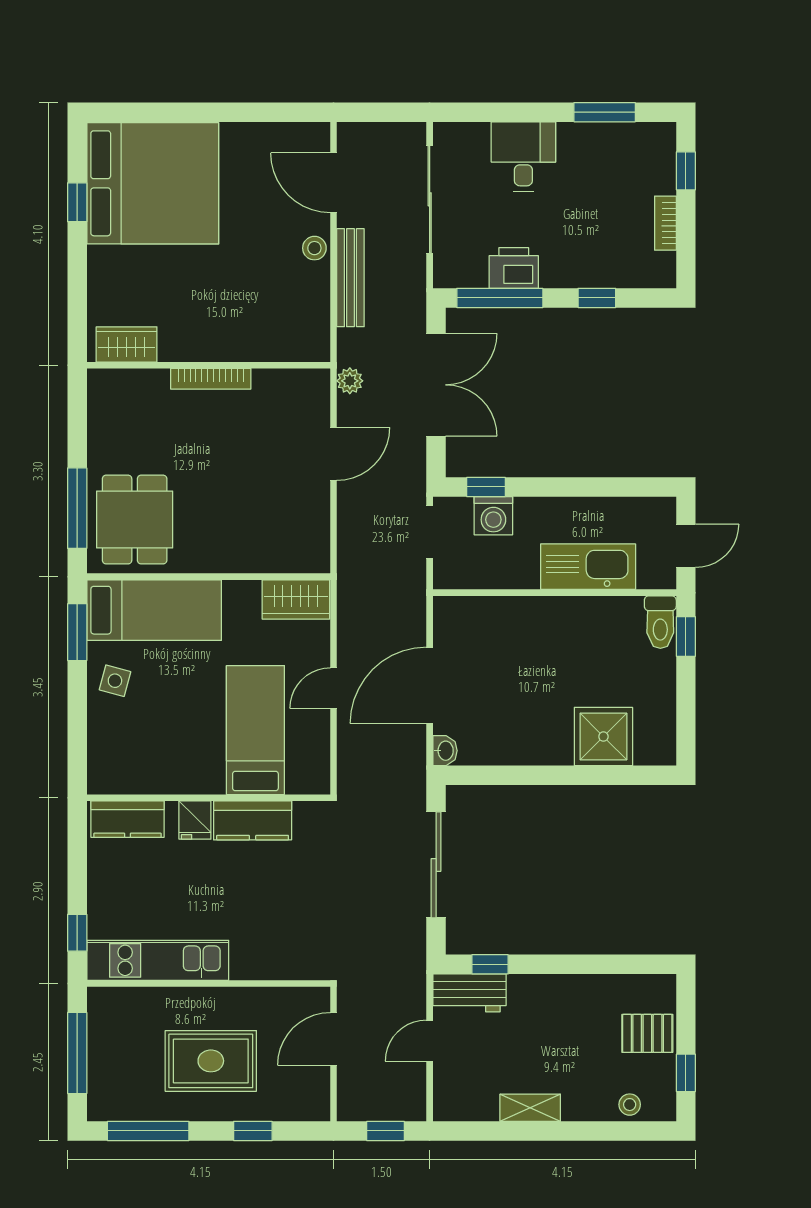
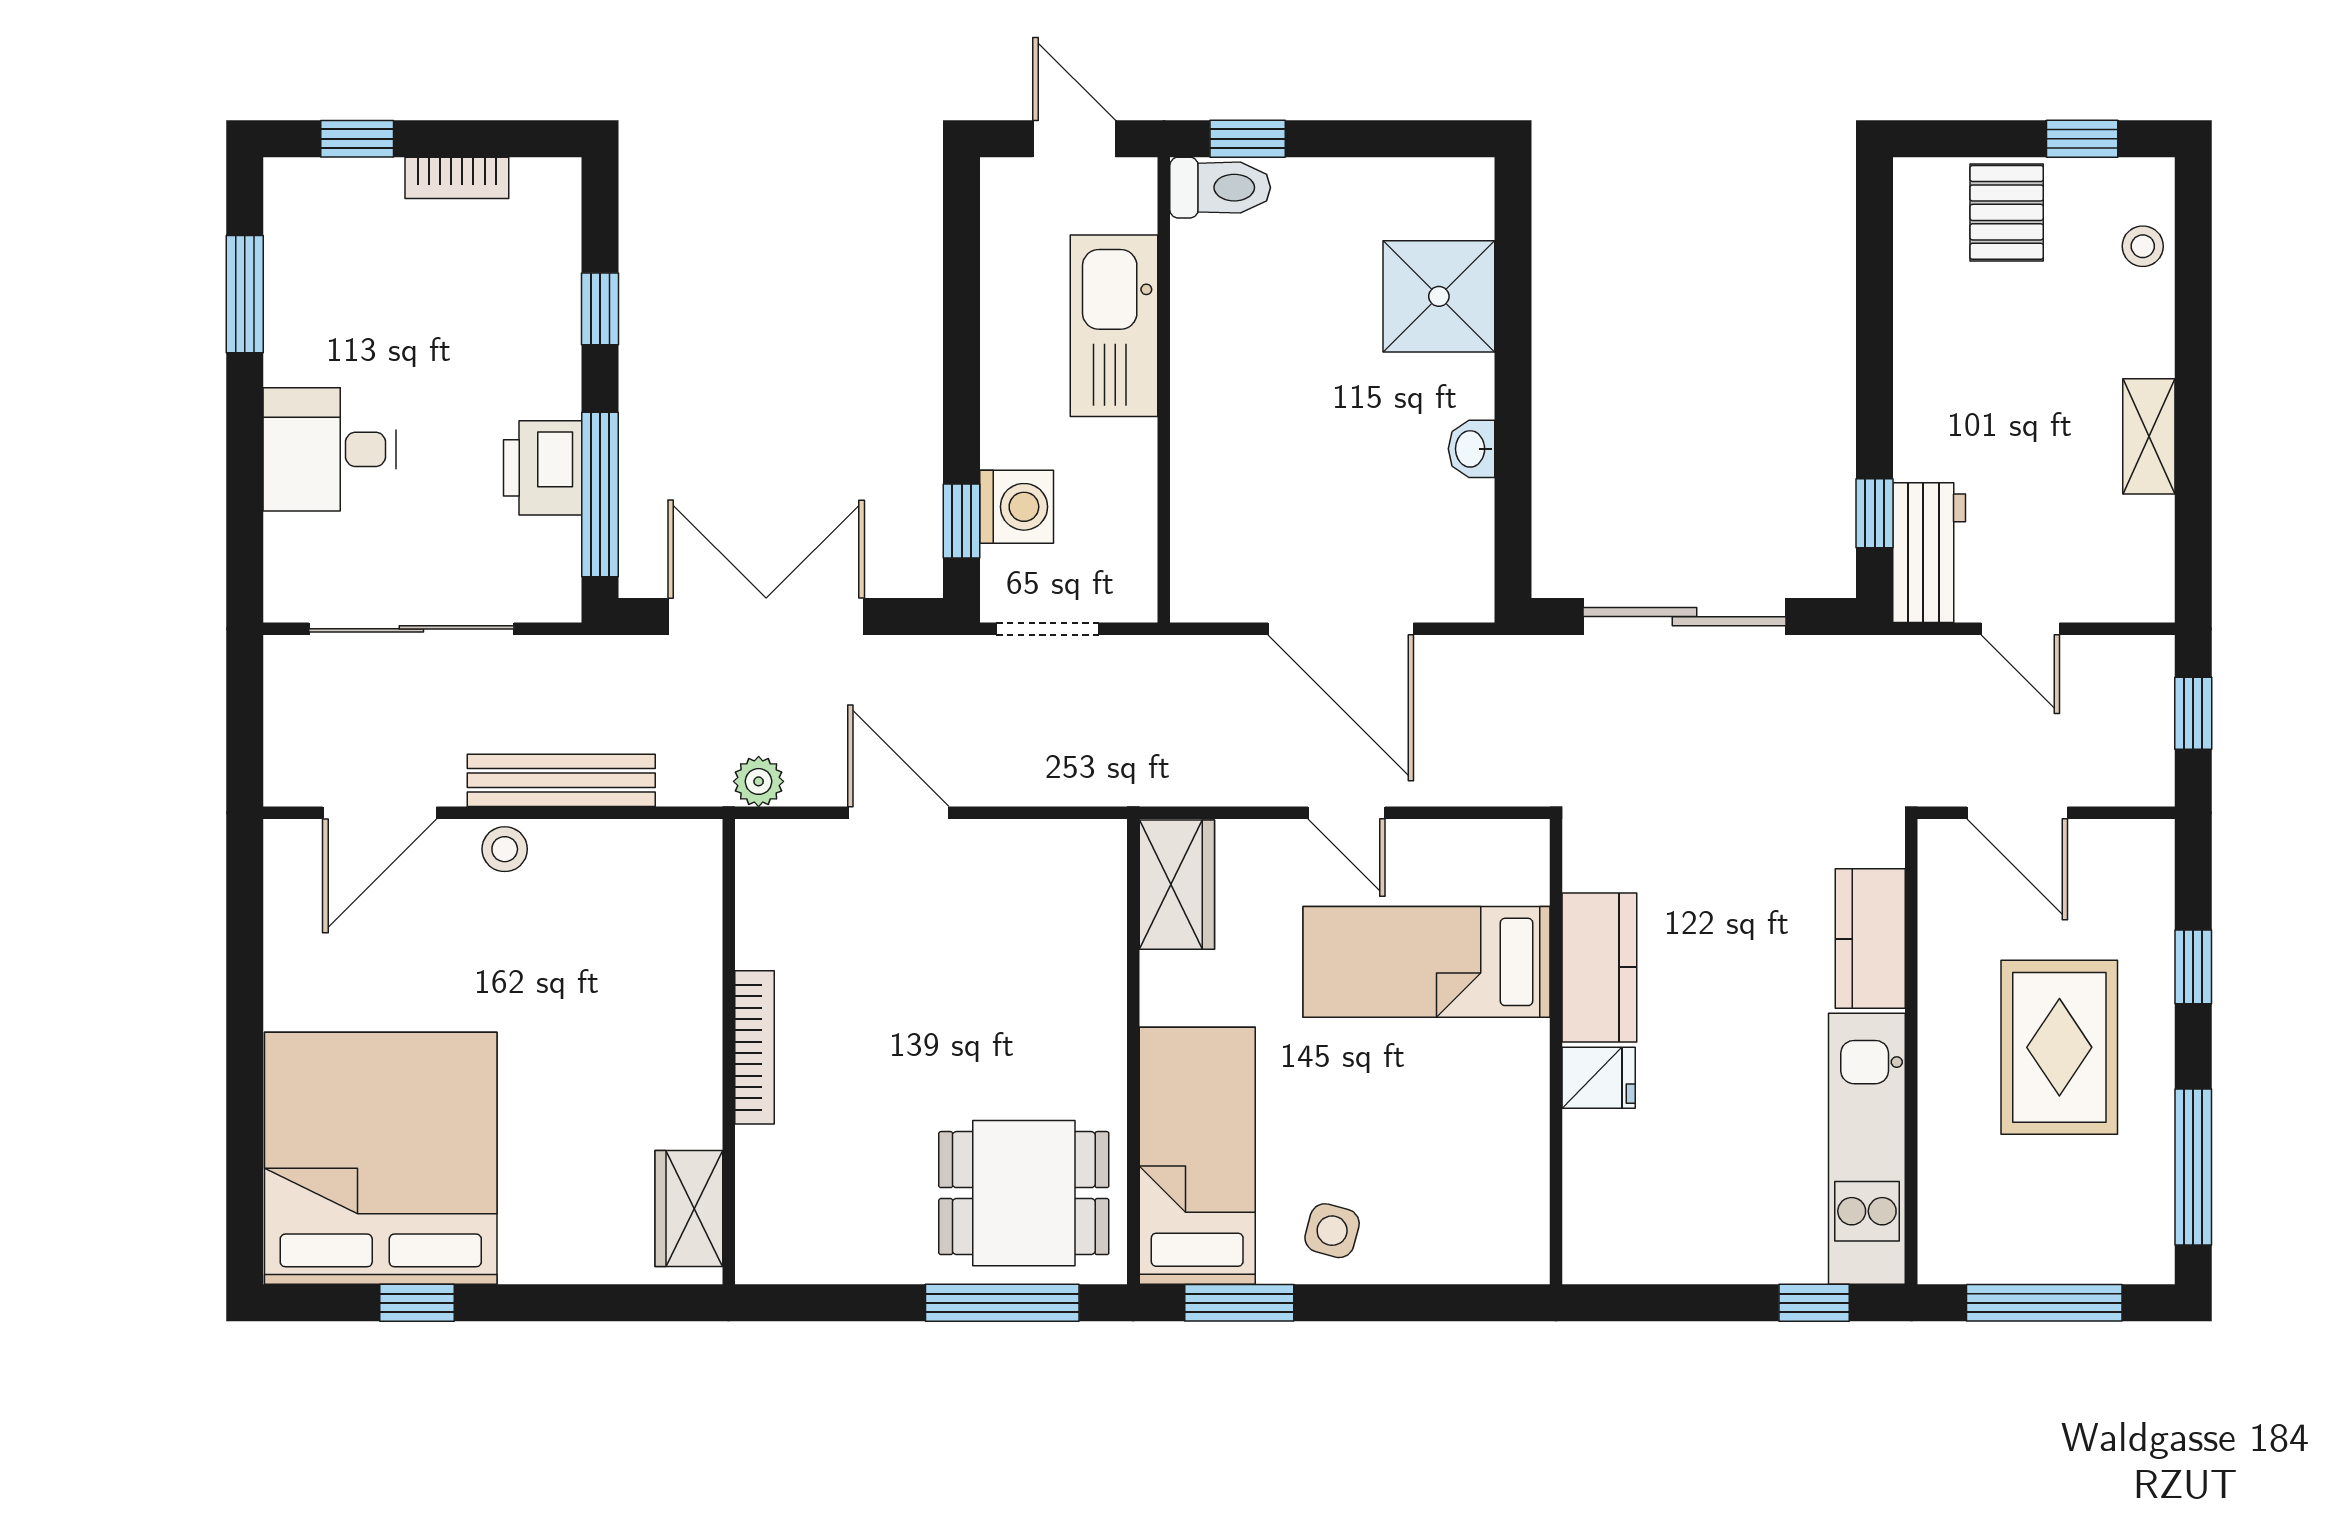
washbasin: (445, 751) -> (1471, 449), moved, turned -90
kitchen counter: (128, 819) -> (1870, 939), moved, turned 180

